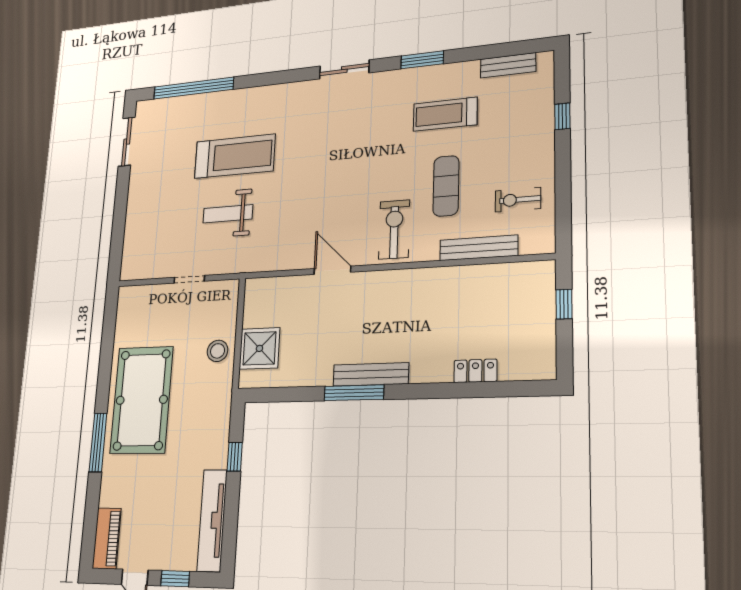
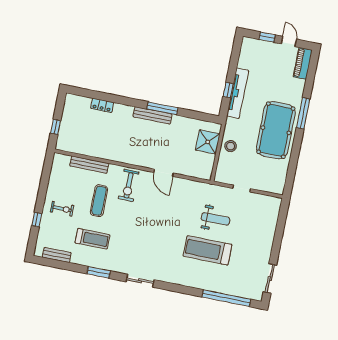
exercise bike: (518, 200) -> (62, 209), moved
tv unit: (212, 520) -> (238, 93), moved

